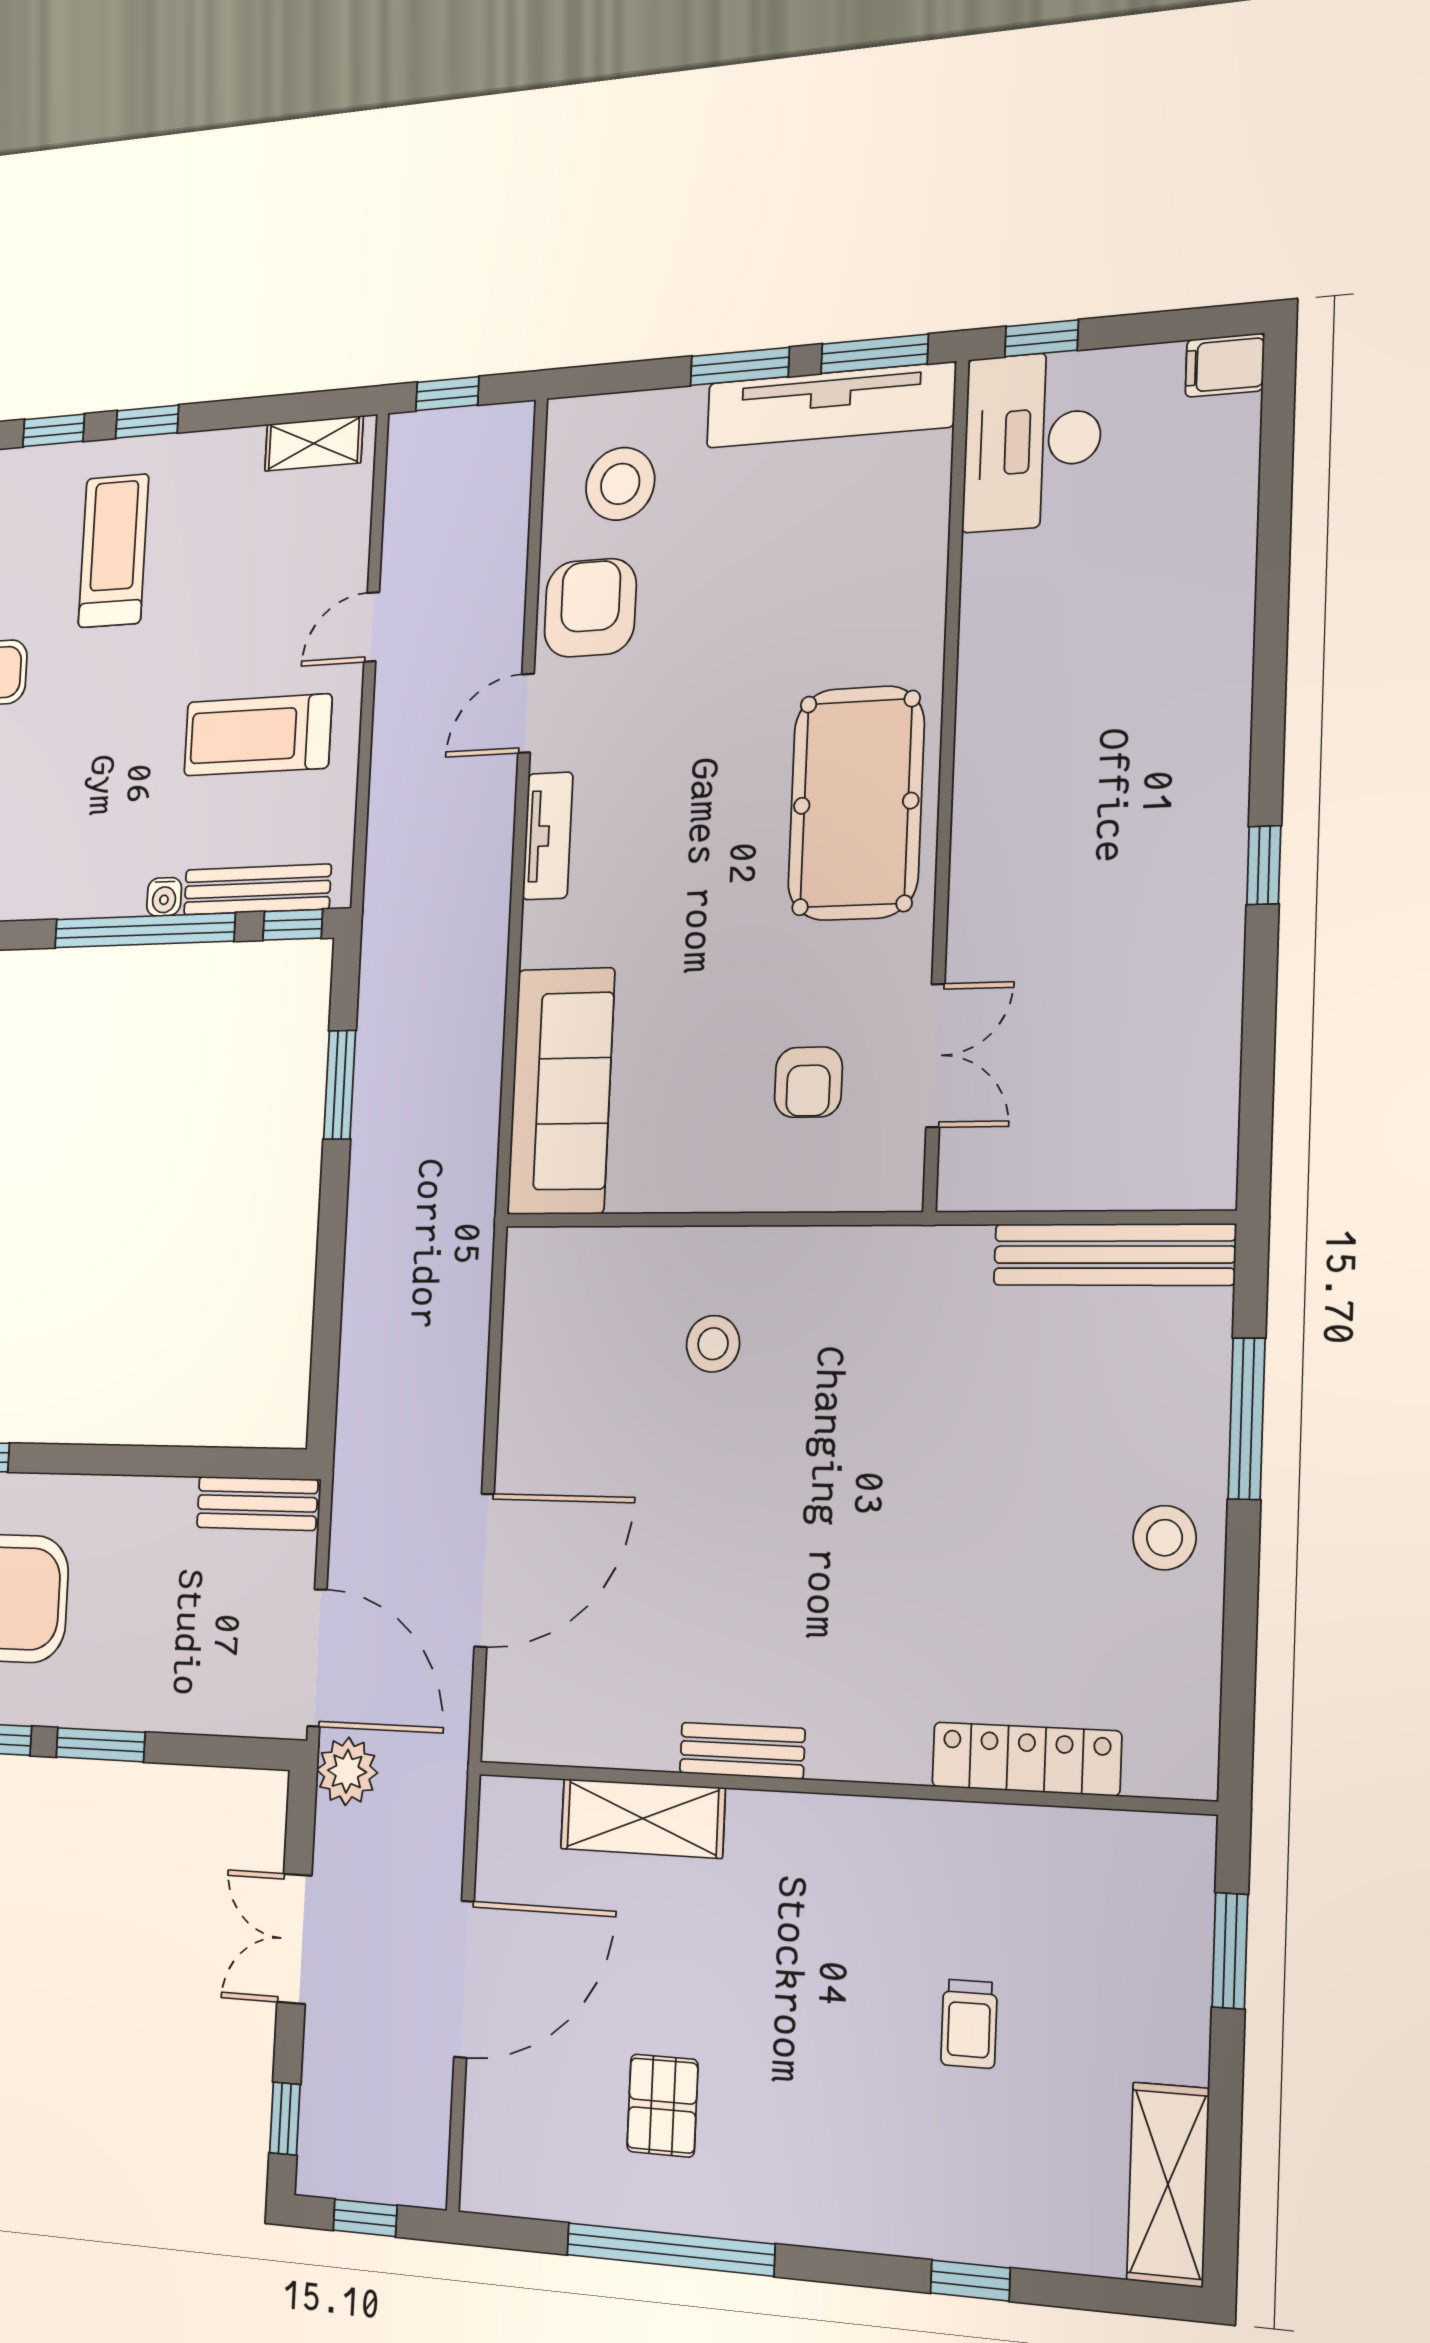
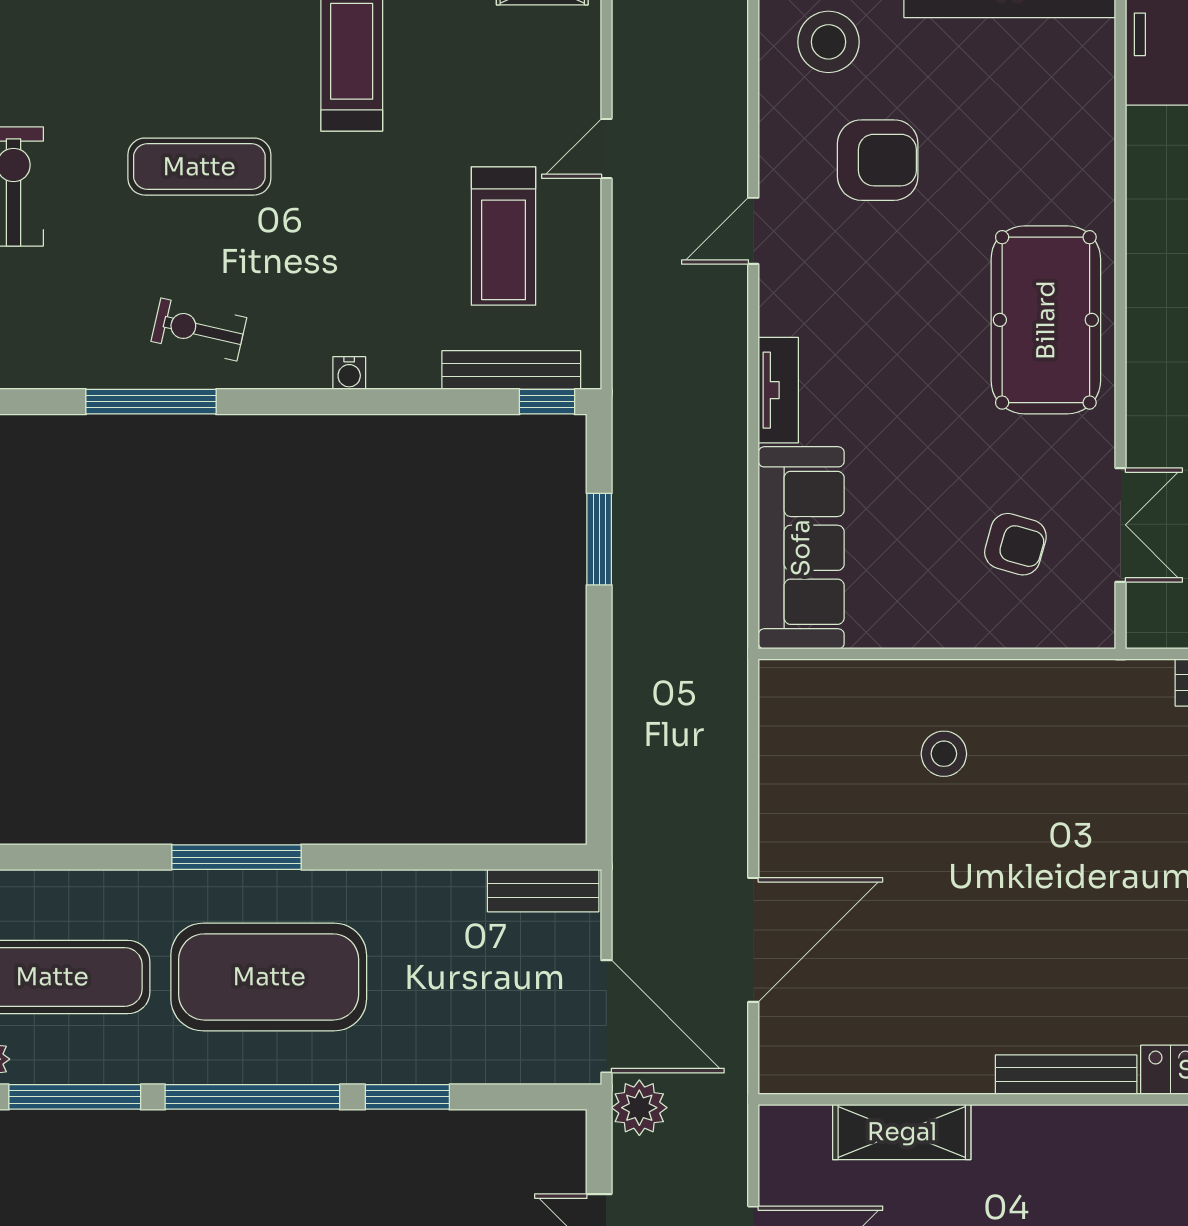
armchair: (590, 608) -> (878, 160), moved, turned 90
treadmill: (258, 735) -> (504, 236), turned -90
tv unit: (548, 836) -> (778, 390), moved
water cooler: (164, 897) -> (349, 373), moved
window: (144, 930) -> (404, 402), removed
armchair: (808, 1082) -> (1015, 544), turned -74
bench: (742, 1751) -> (1066, 1075), moved, width x1.36

